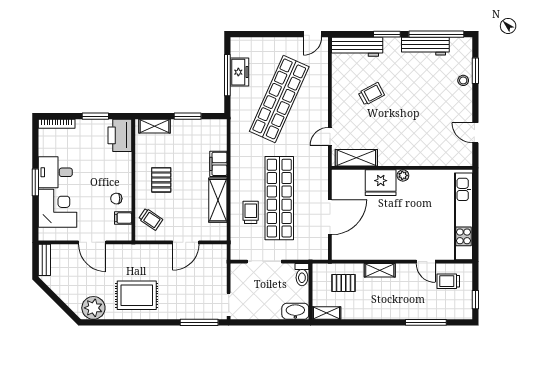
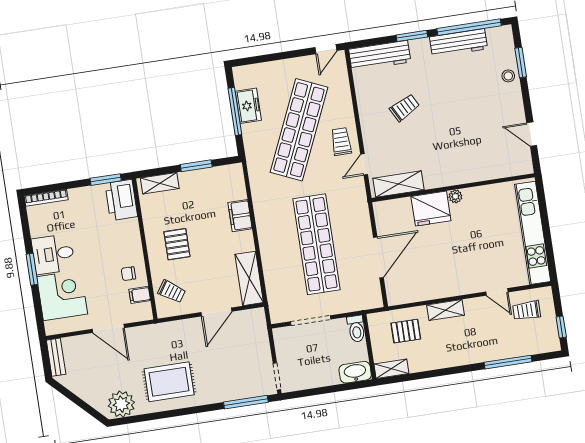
window: (95, 116) -> (106, 180), moved
shelving: (218, 200) -> (249, 278), moved
trolley: (251, 212) -> (341, 142), moved

